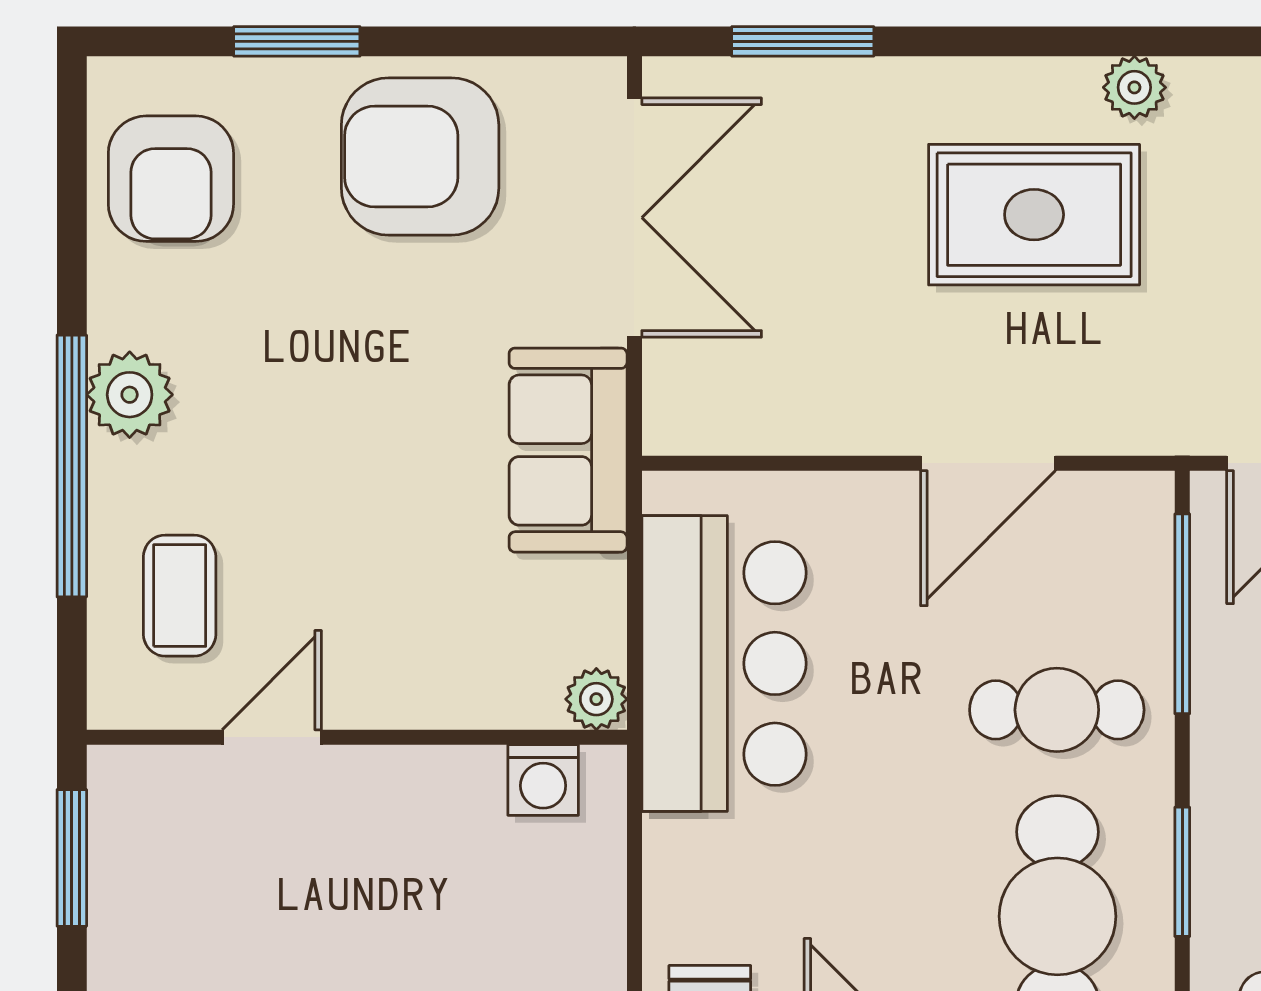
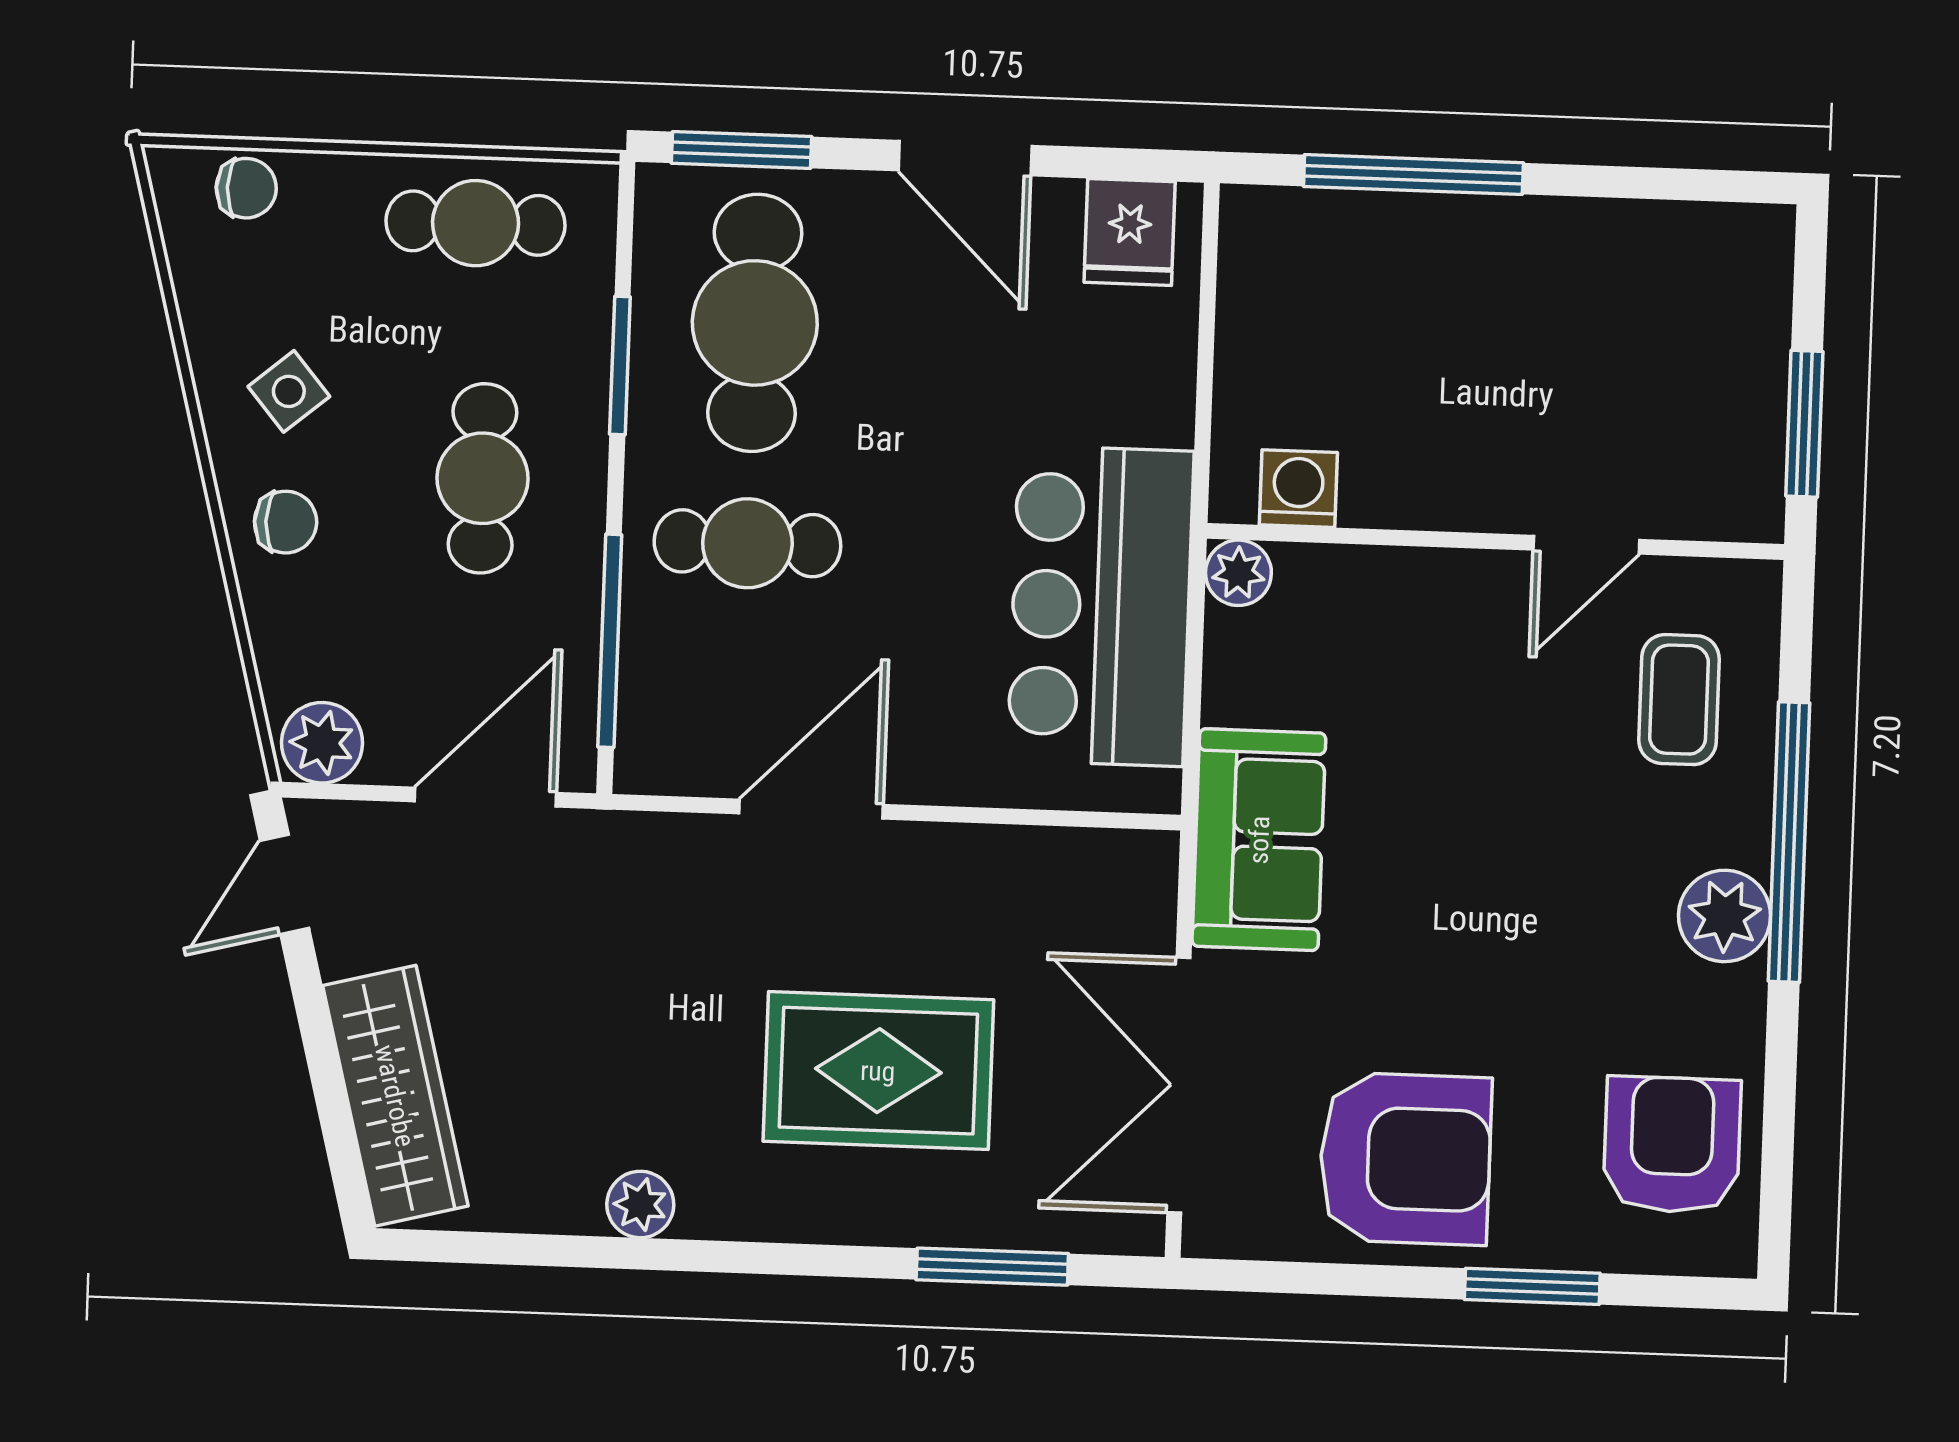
rug: (1034, 215) -> (878, 1071), moved

